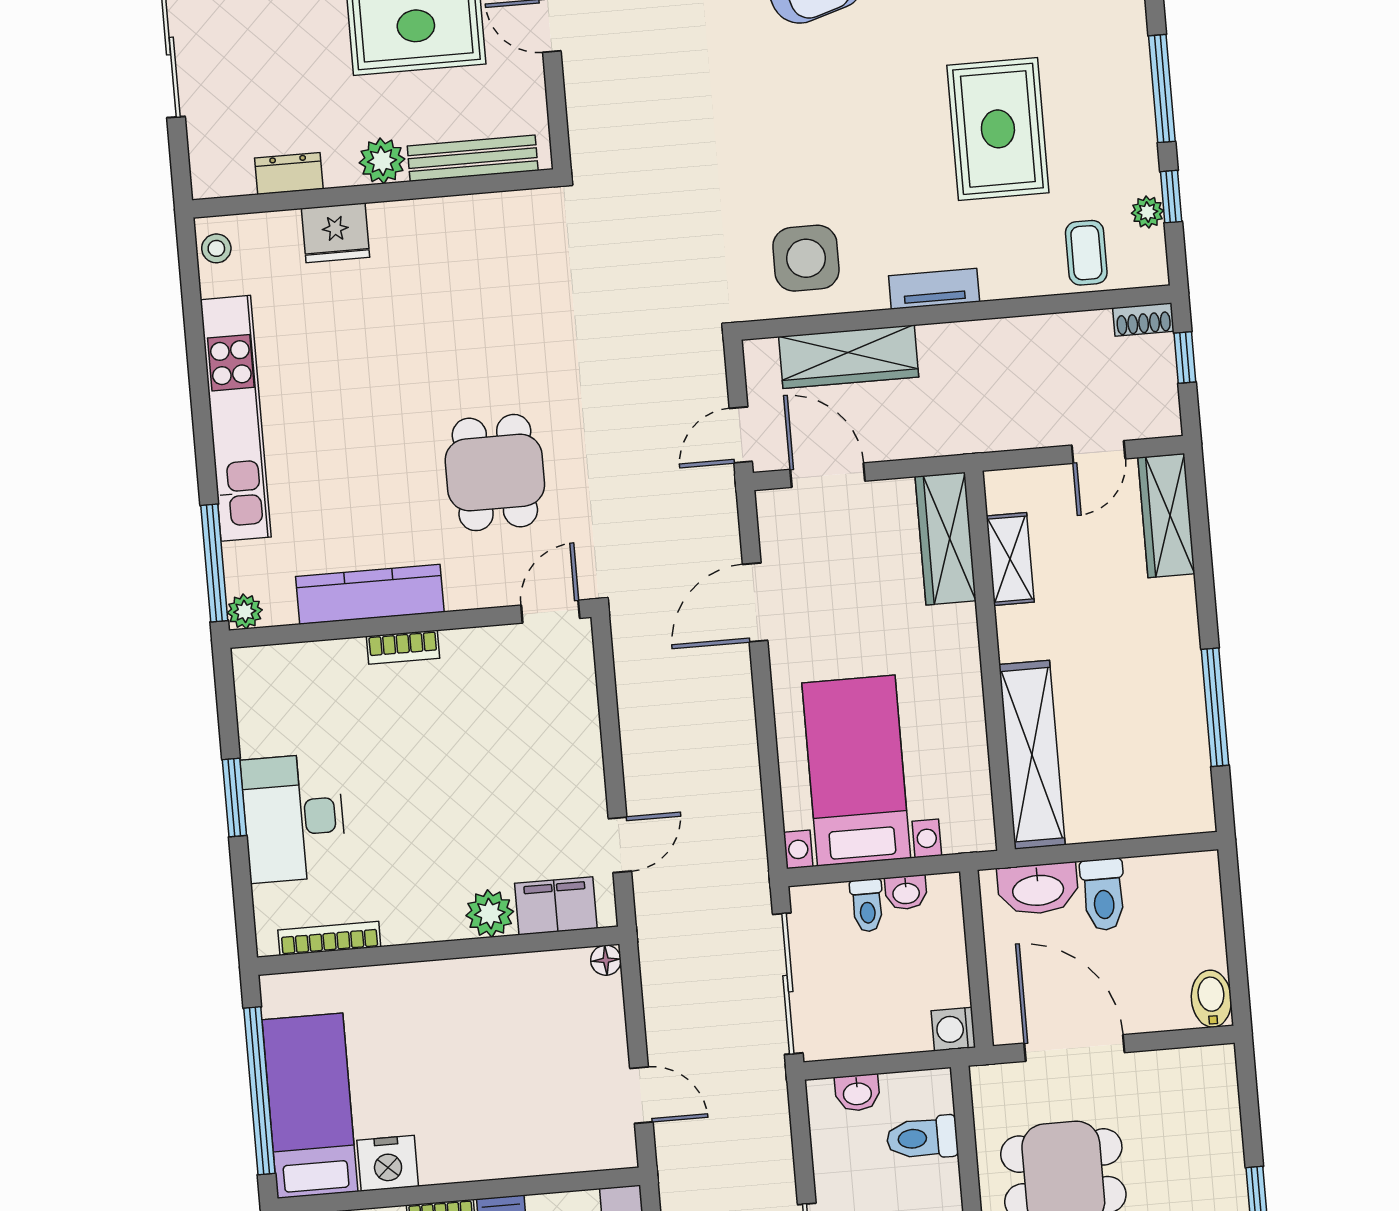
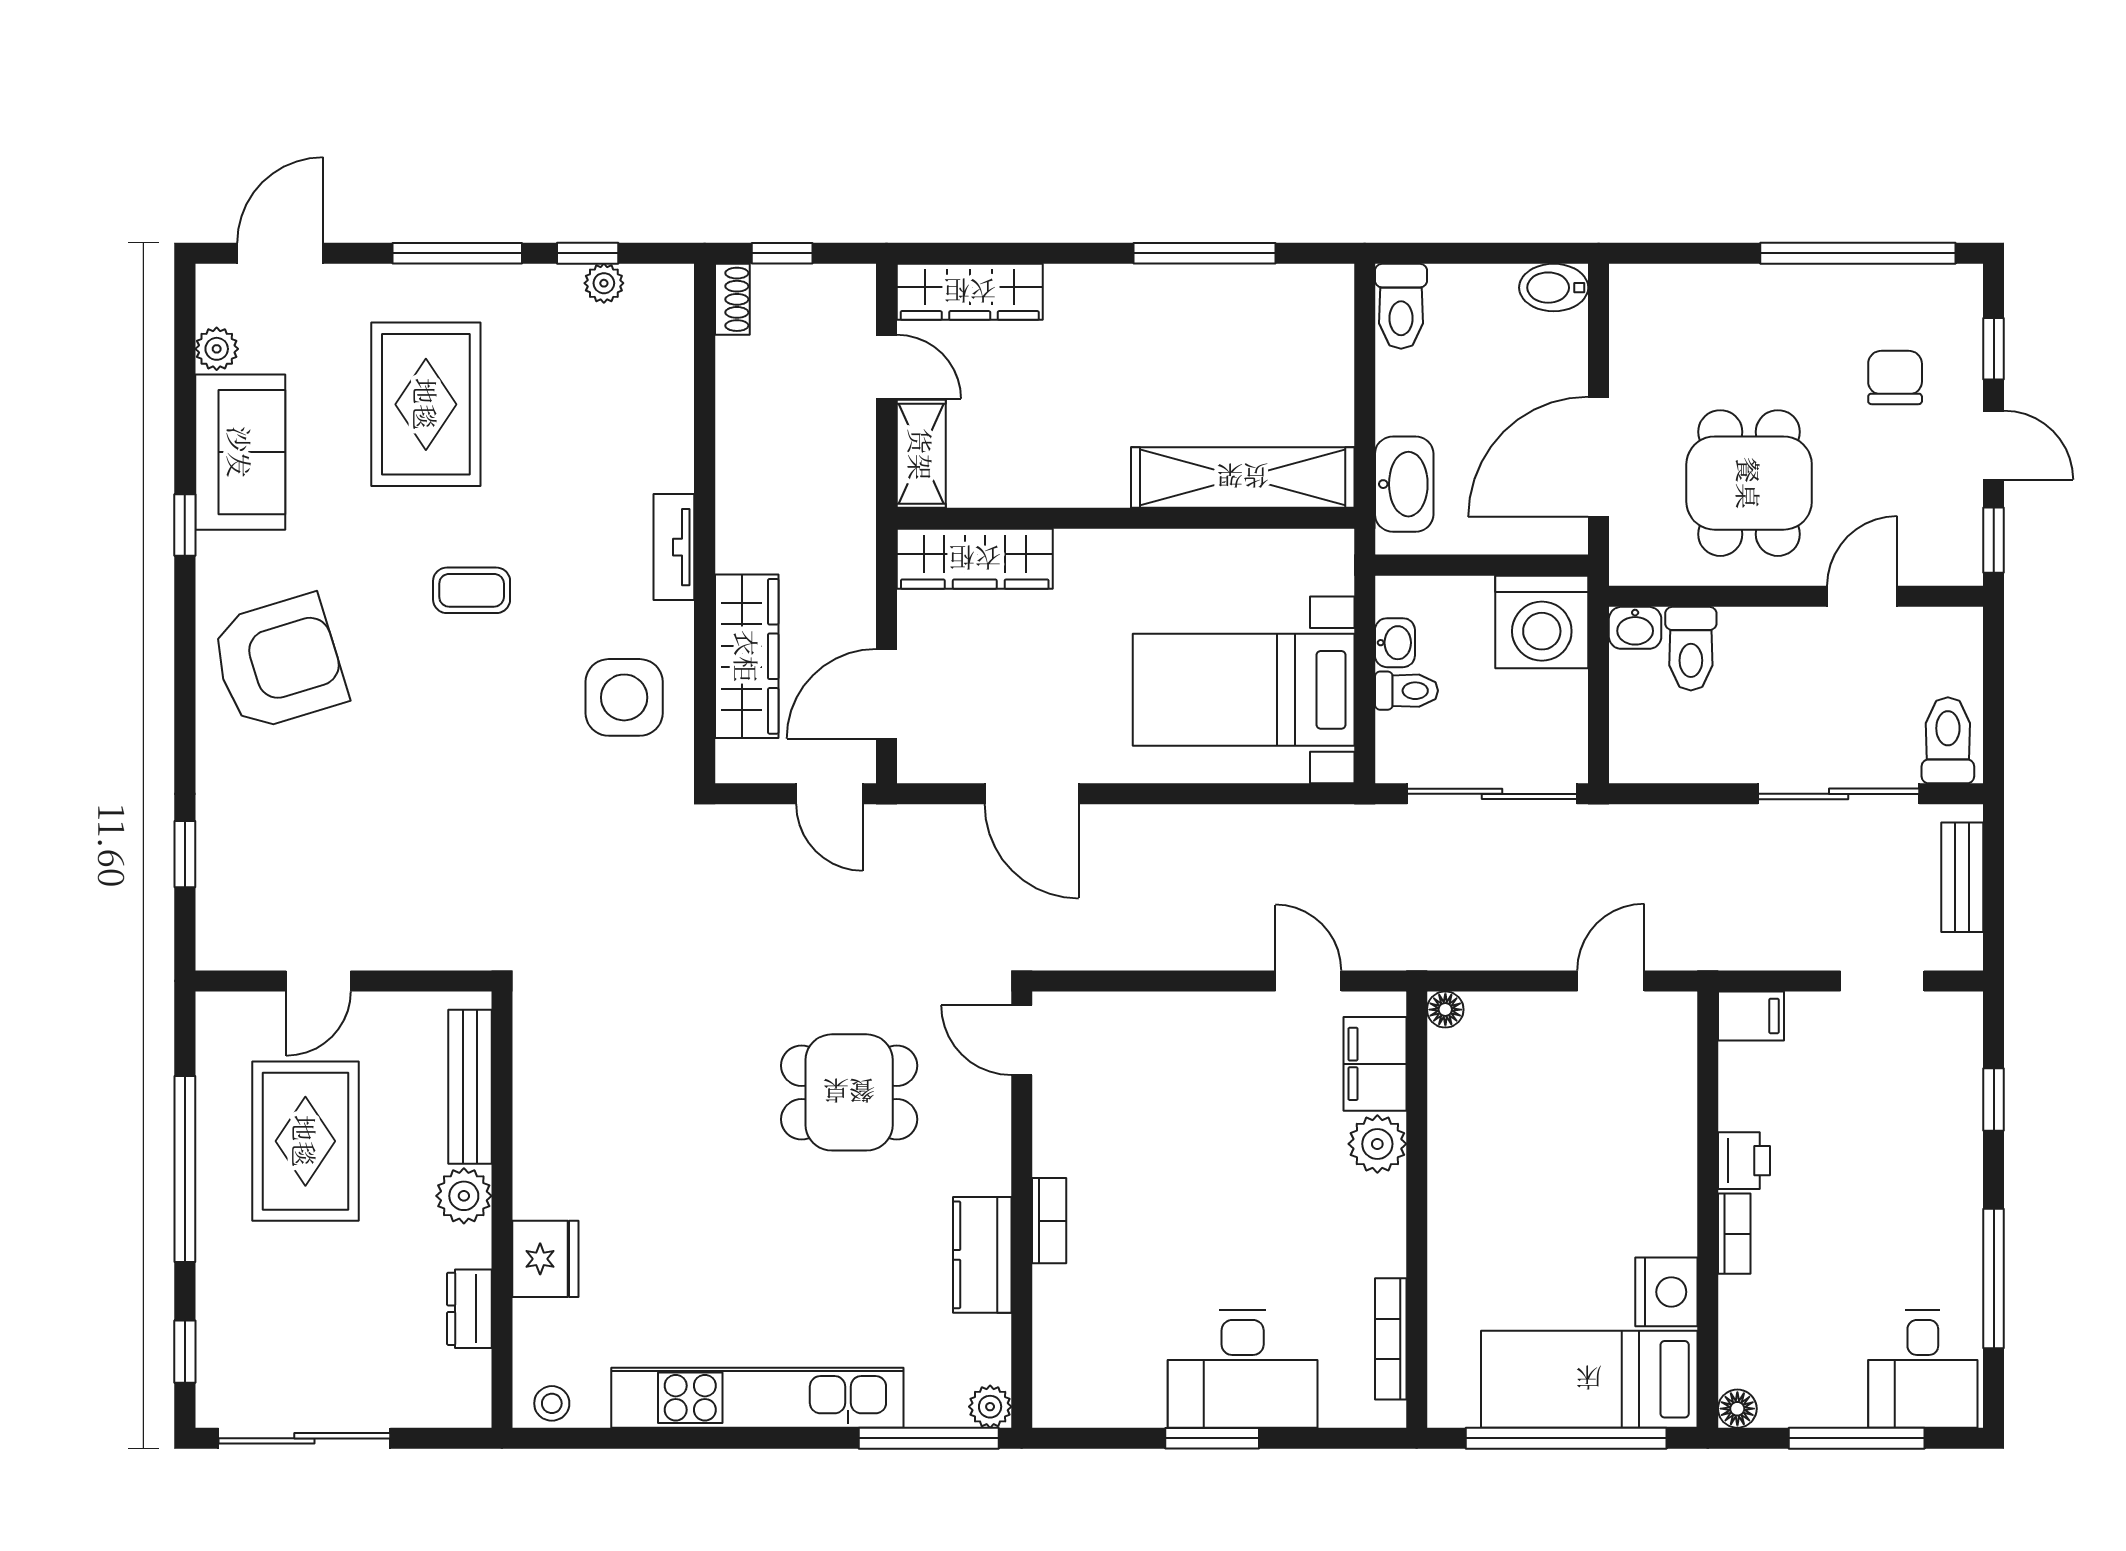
rug: (998, 129) -> (426, 404), moved, turned 90
coffee table: (1086, 253) -> (472, 590), moved
shelving: (1010, 559) -> (921, 454), moved, turned 90
kitchen counter: (370, 594) -> (982, 1255), width x0.67
toilet: (1103, 895) -> (1401, 306), moved, turned 90
washing machine: (953, 1029) -> (1542, 622), width x1.89, depth x1.89
washbasin: (857, 1093) -> (1635, 628), moved, turned 90

